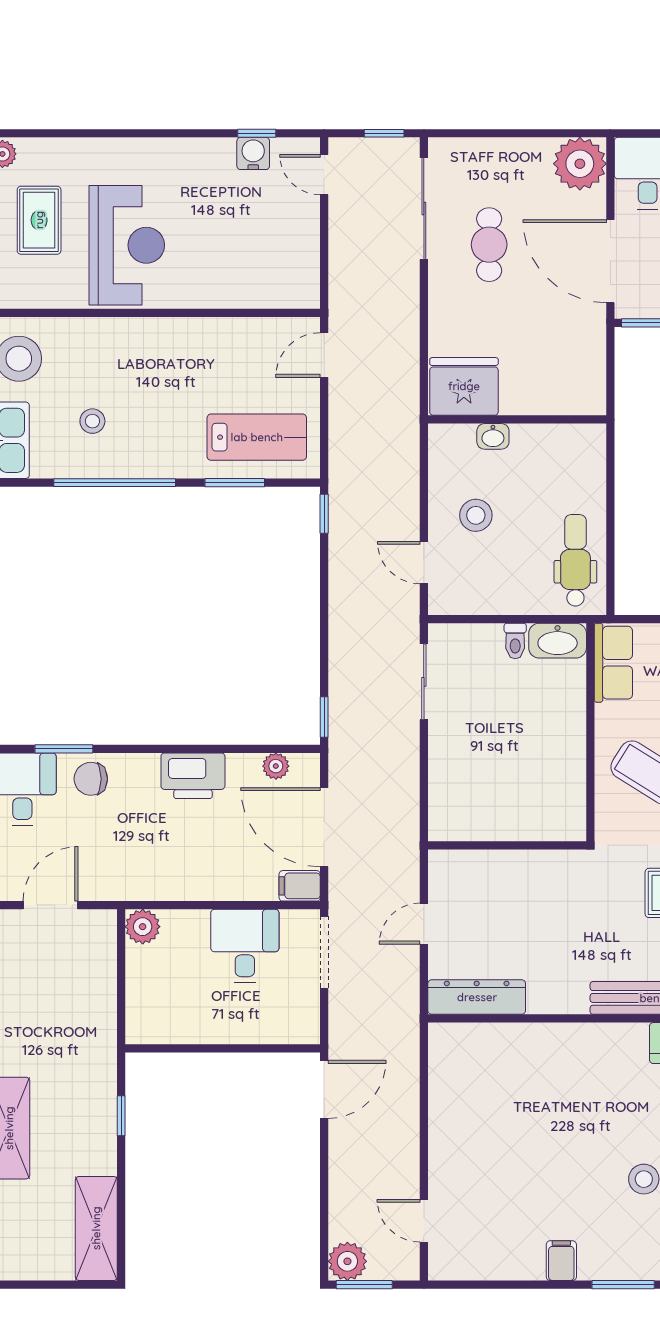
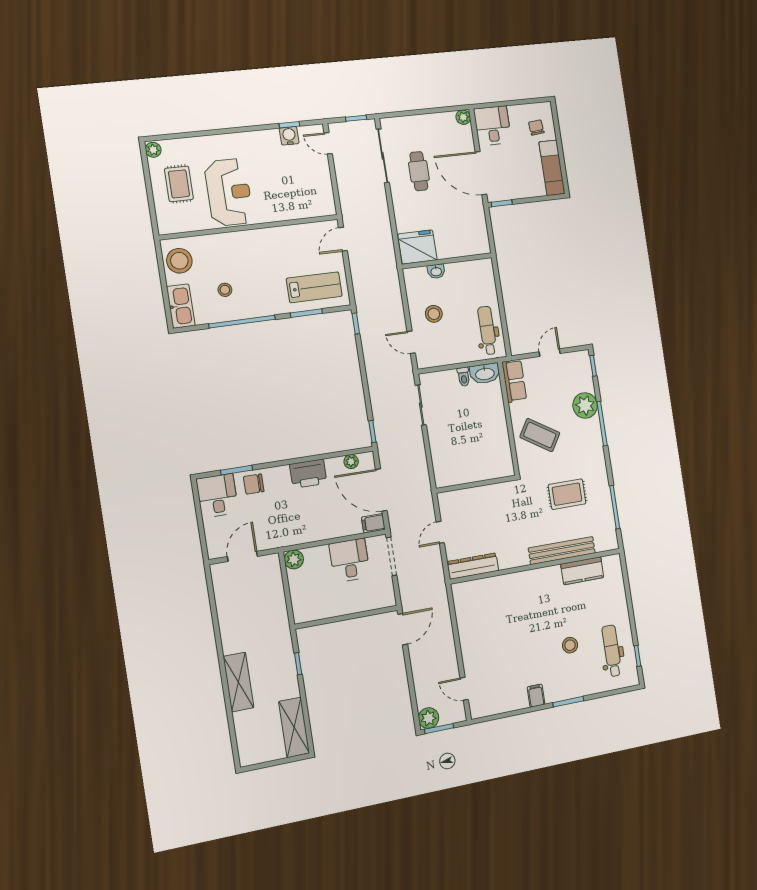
plant: (580, 164) -> (463, 117), width x0.53, depth x0.53

